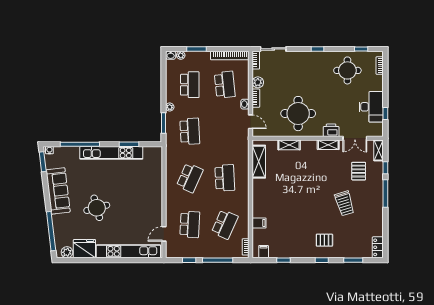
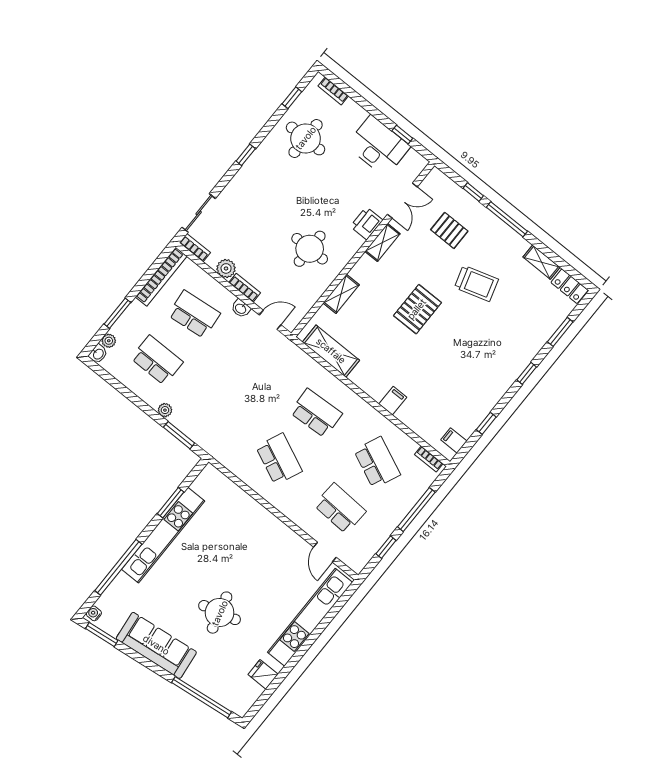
round table: (298, 114) -> (310, 249), width x0.73, depth x0.73
school desk: (190, 131) -> (218, 409), removed
shelving: (378, 150) -> (541, 262), moved
filing cabinet: (259, 223) -> (393, 401), moved
pallet: (324, 240) -> (417, 309), moved, width x1.50, depth x1.42
fridge: (84, 249) -> (263, 674), width x0.53, depth x0.75
plant: (67, 252) -> (246, 699), removed

